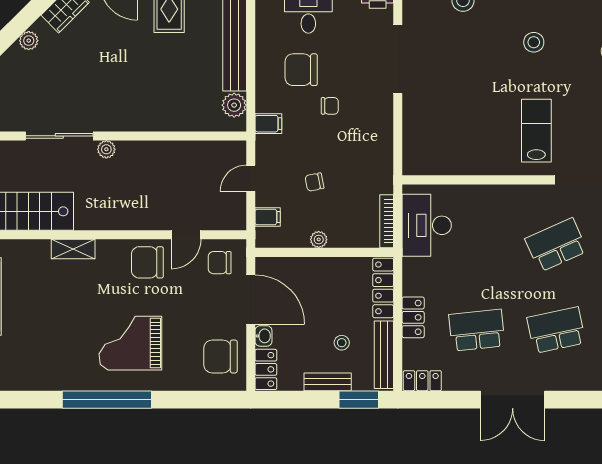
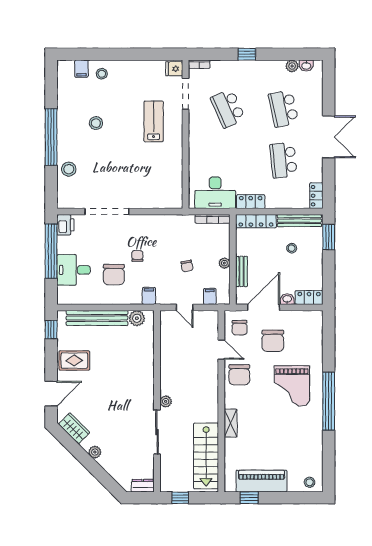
lab bench: (536, 131) -> (154, 121), turned 90
locker: (413, 317) -> (251, 202), moved
chair: (220, 356) -> (273, 341), moved
bench: (328, 382) -> (242, 271), moved

